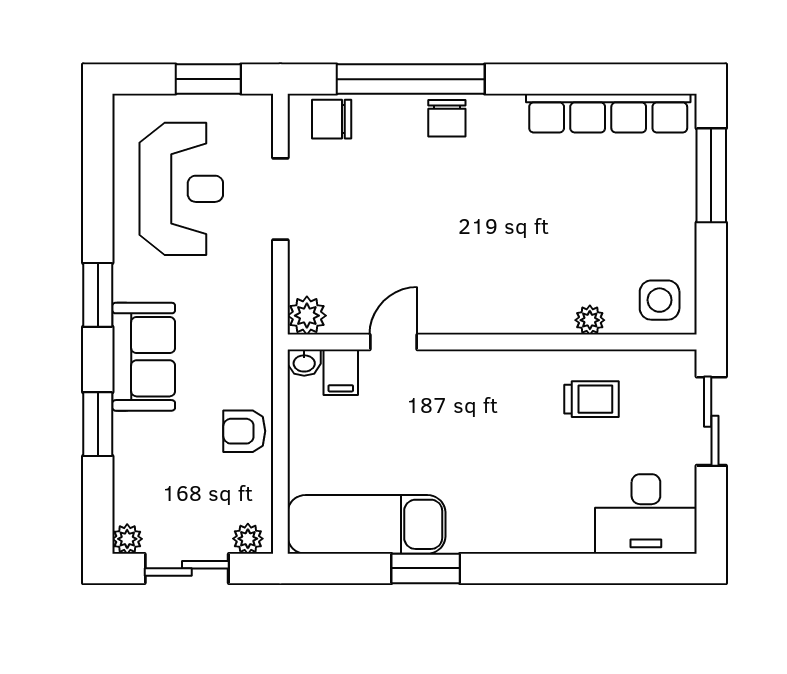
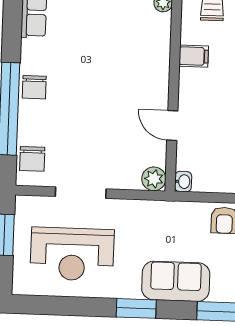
chair: (447, 118) -> (34, 87), turned 90
reception desk: (181, 189) -> (72, 254), turned 180
filing cabinet: (341, 372) -> (194, 56), moved

